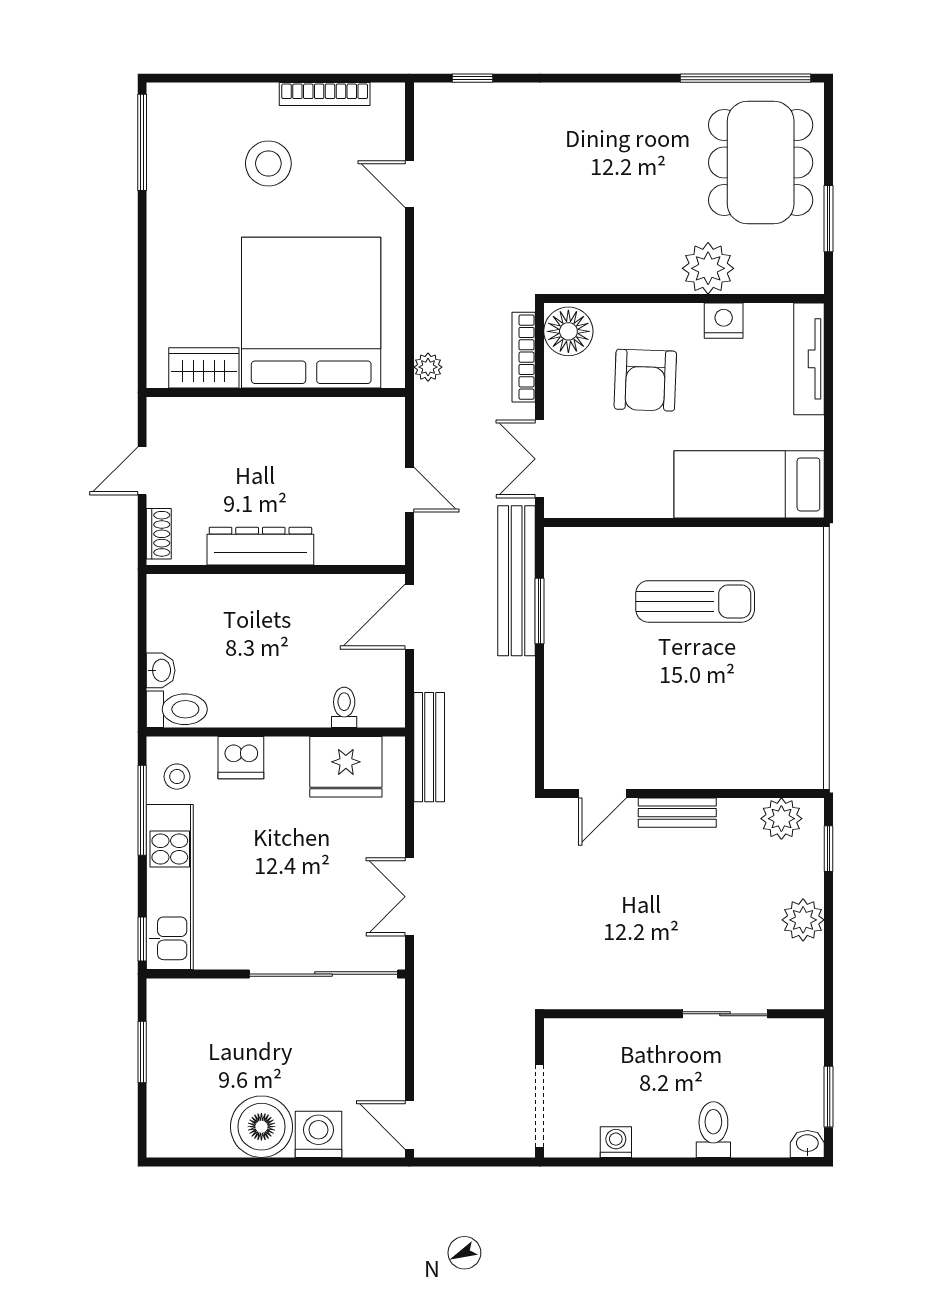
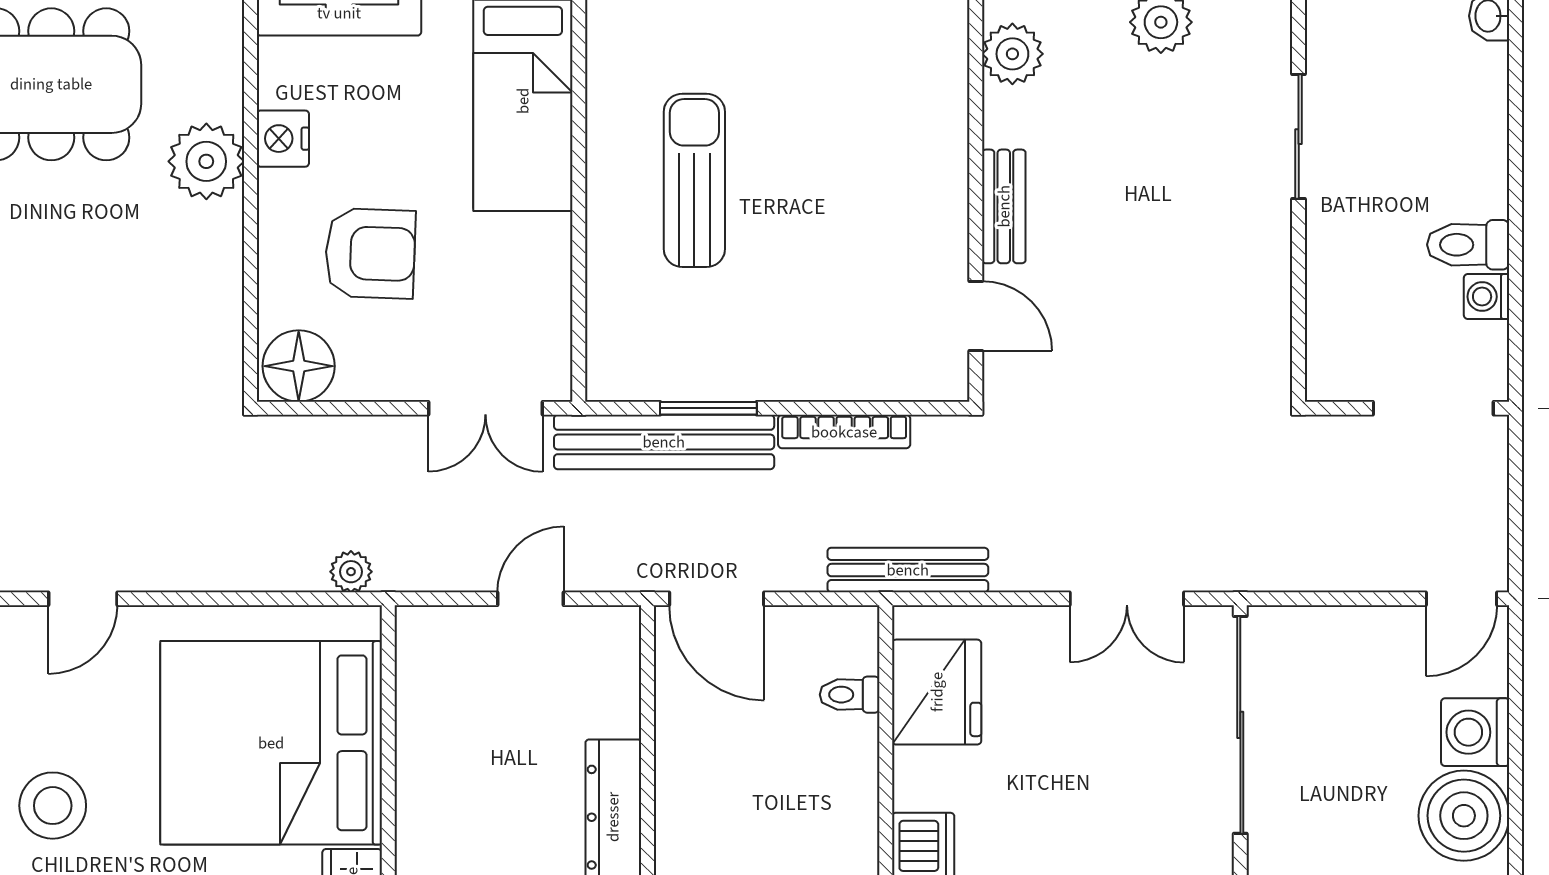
bookcase: (524, 357) -> (844, 432), moved
toilet: (713, 1130) -> (1468, 245), moved

